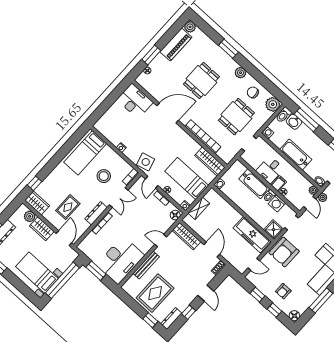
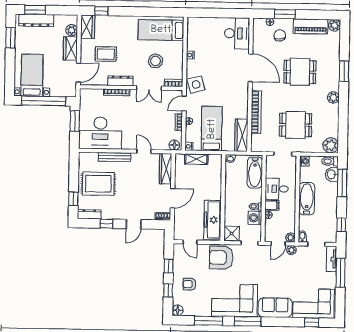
chair: (253, 92) -> (280, 35), moved
bathtub: (254, 184) -> (255, 173), moved

